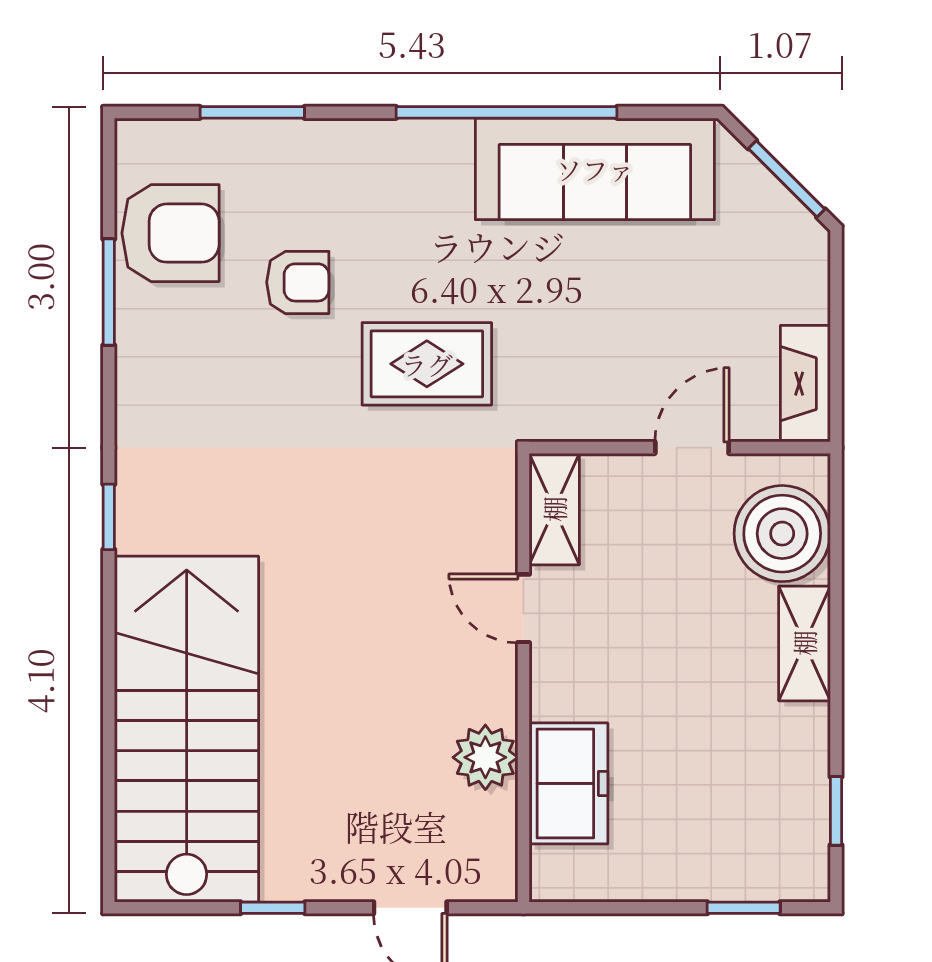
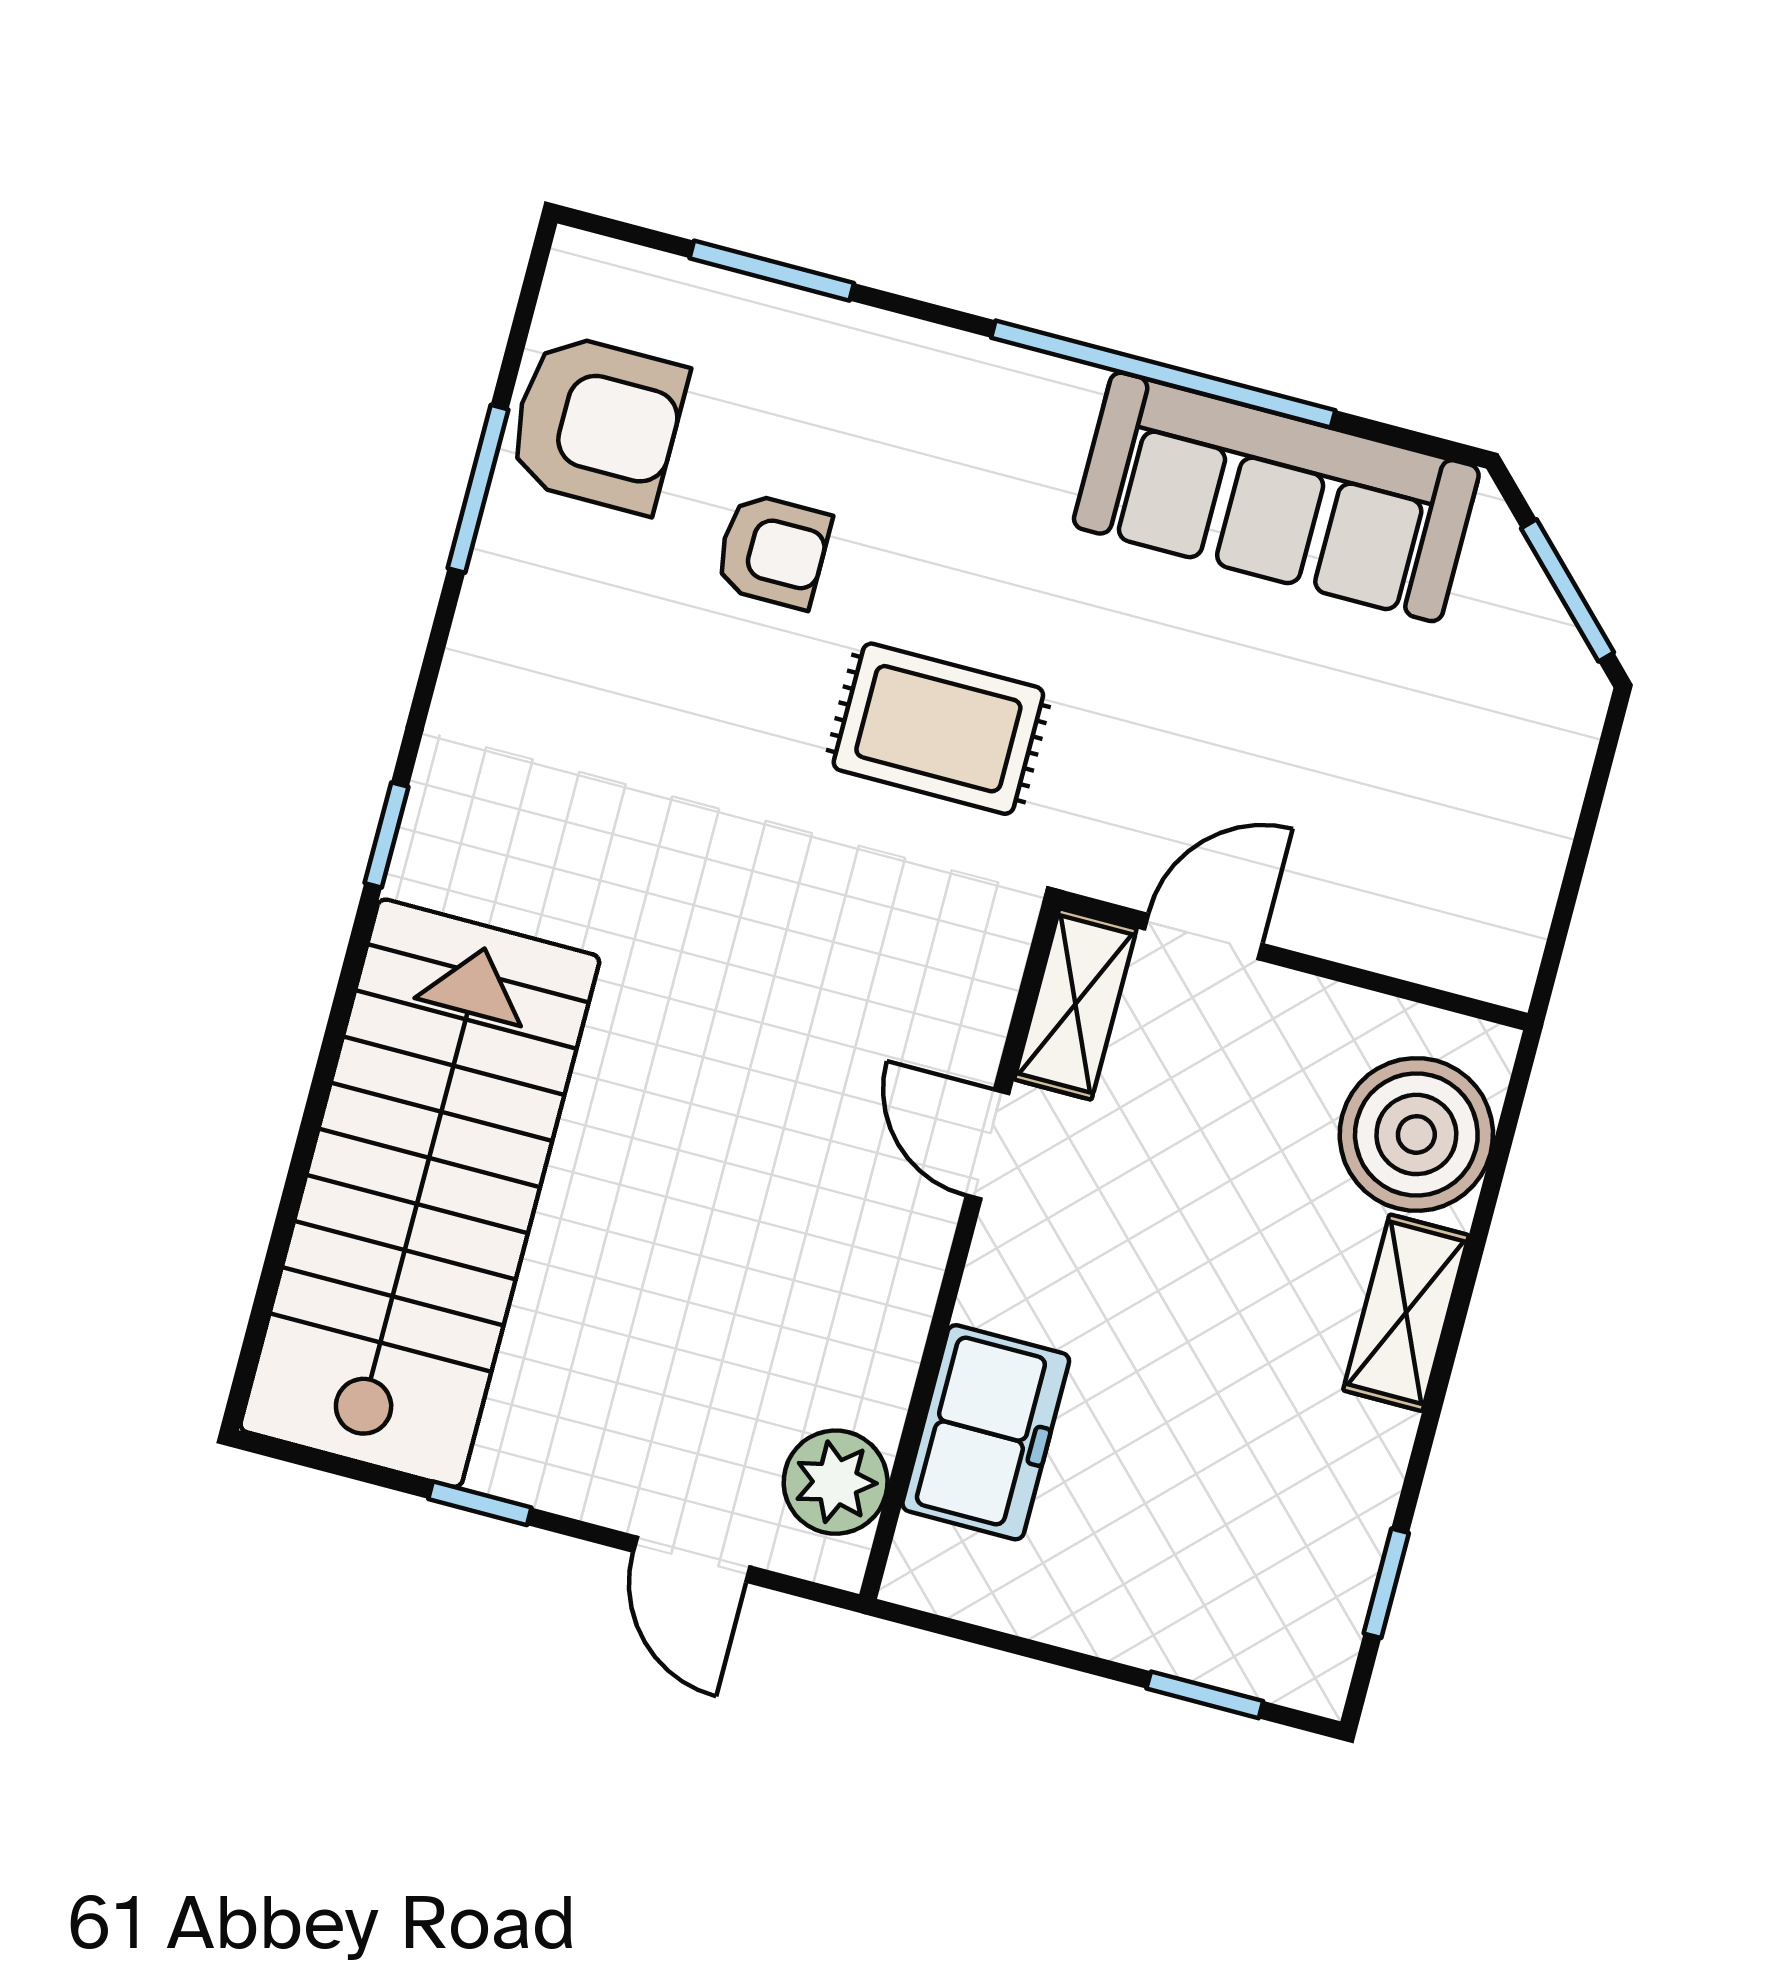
fireplace: (805, 384) -> (1513, 913), removed
door: (692, 448) -> (1203, 937), moved
plant: (485, 757) -> (836, 1482), moved

